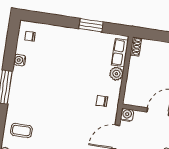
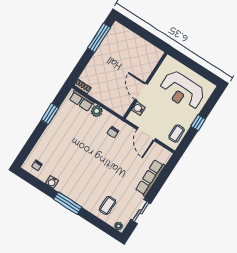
water cooler: (127, 115) -> (138, 108), moved

